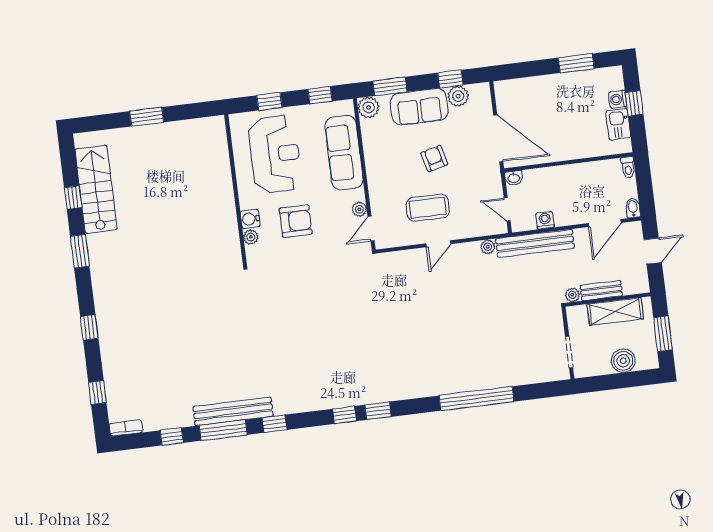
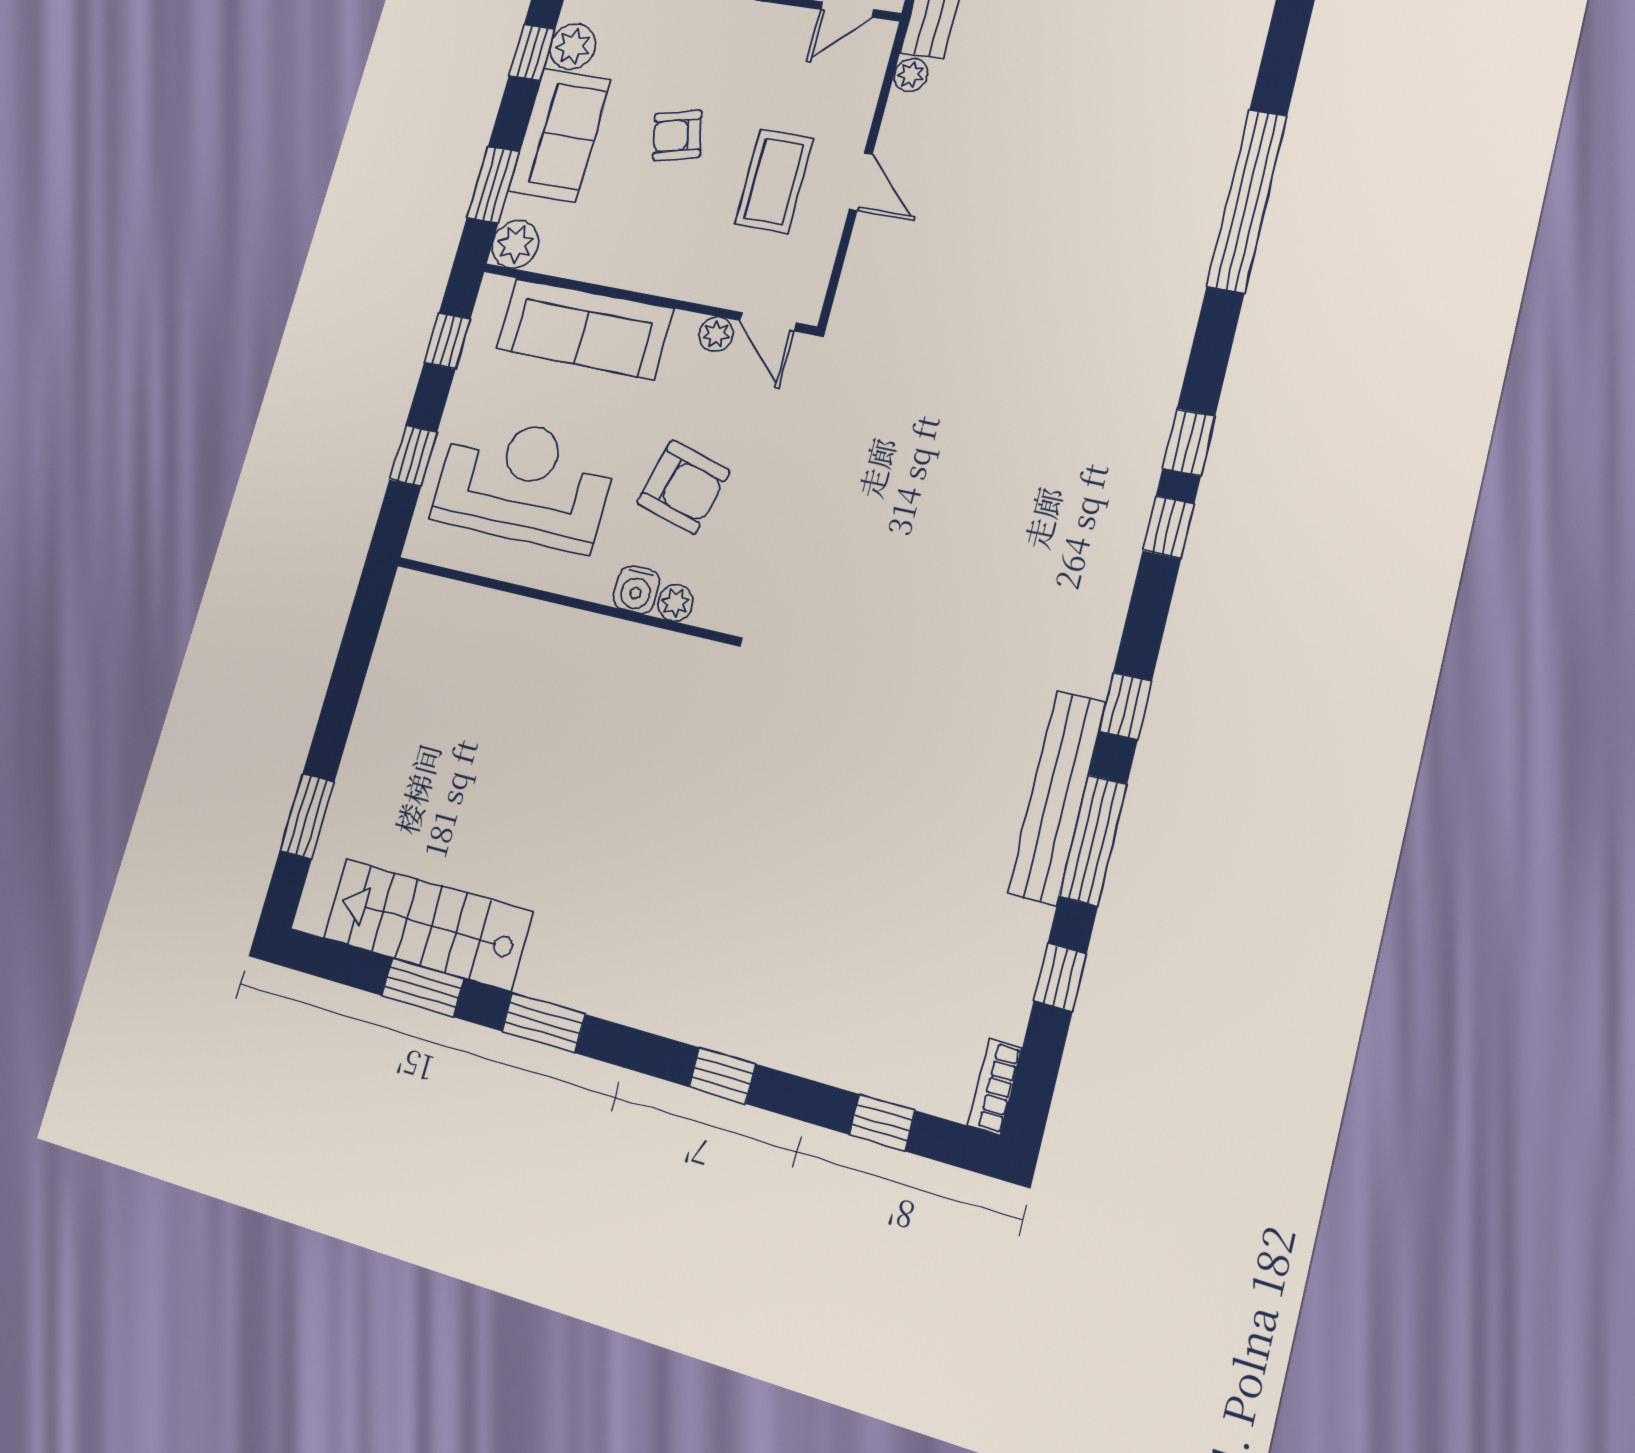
window: (147, 117) -> (307, 816), moved
window: (73, 198) -> (423, 987), width x1.50
armchair: (296, 221) -> (683, 487), turned 105

